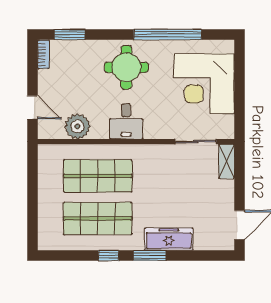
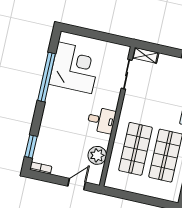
round table: (126, 67) -> (63, 111), removed
corner desk: (204, 84) -> (75, 68), moved, turned -90

